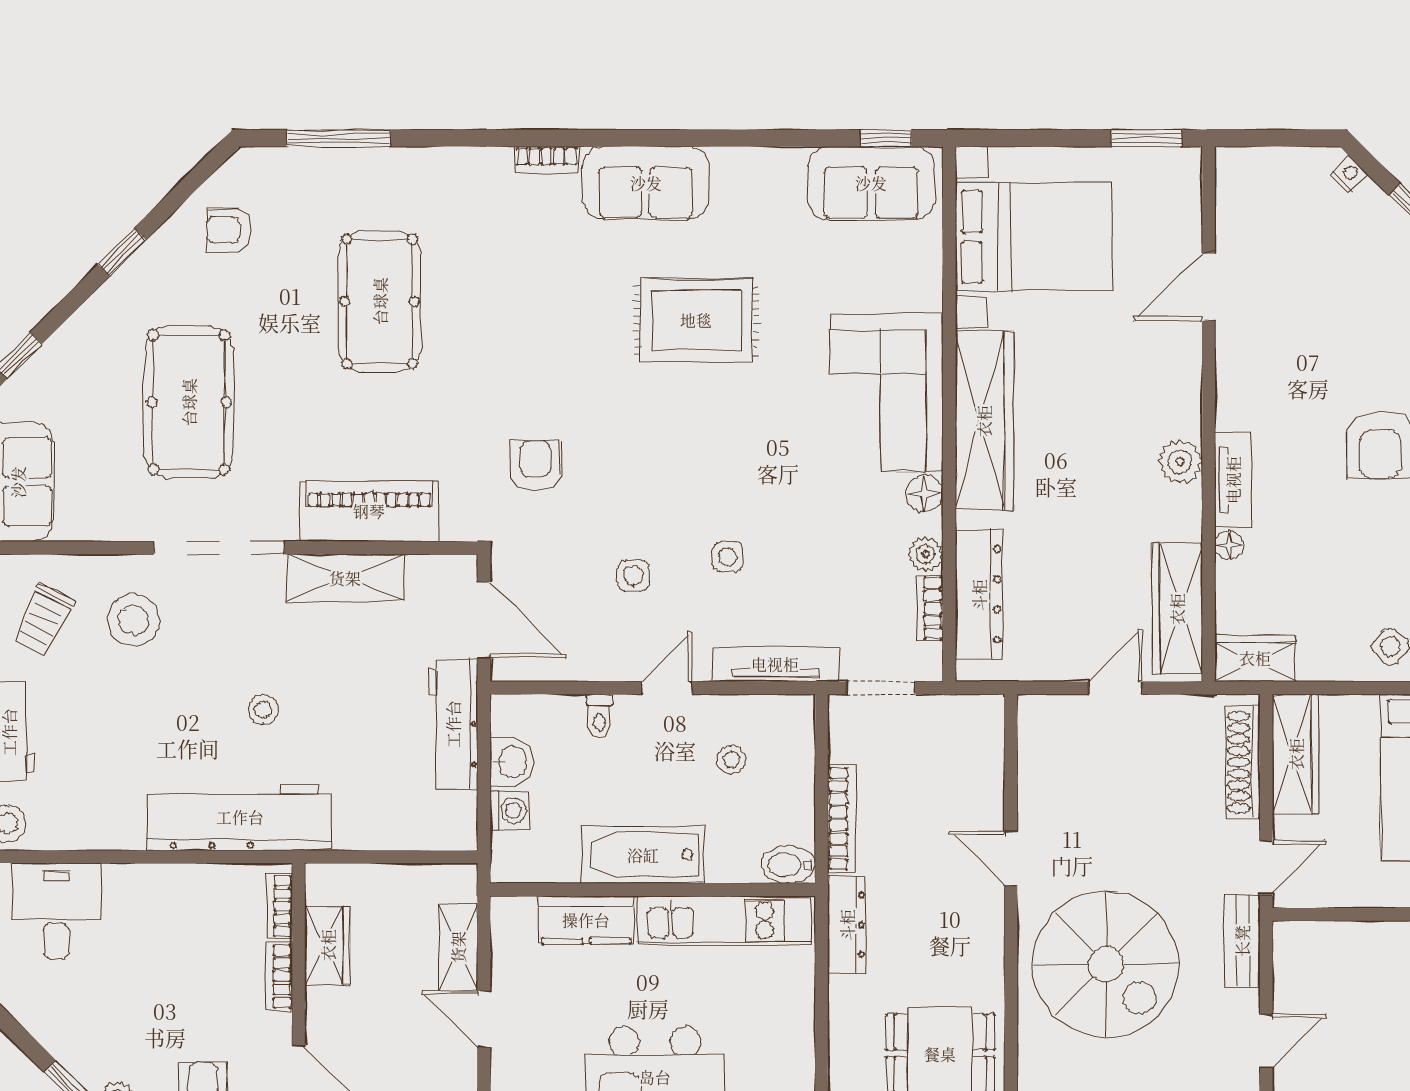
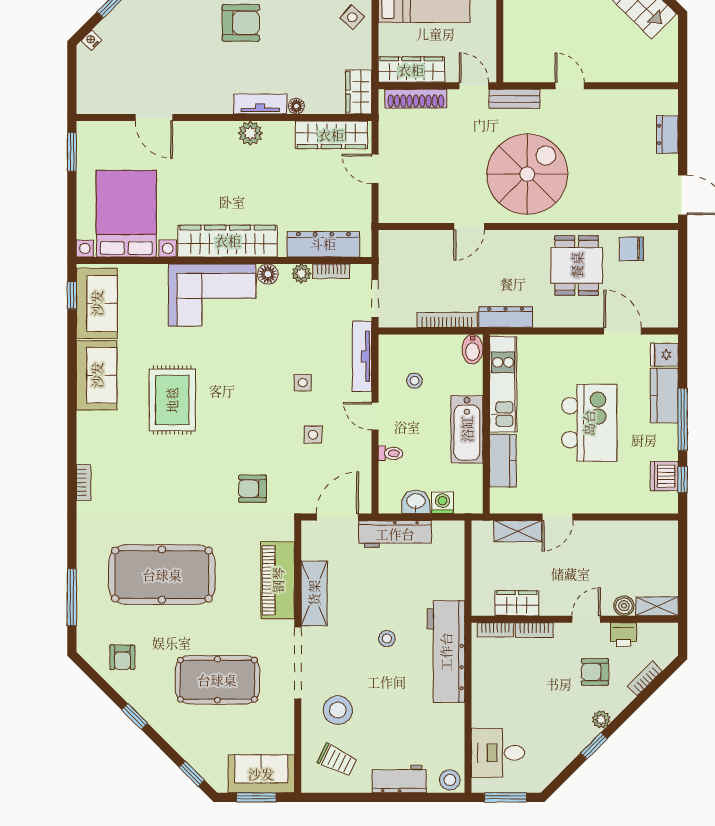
sofa: (646, 183) -> (97, 375), moved
pool table: (380, 301) -> (162, 575), width x1.36, depth x1.32

